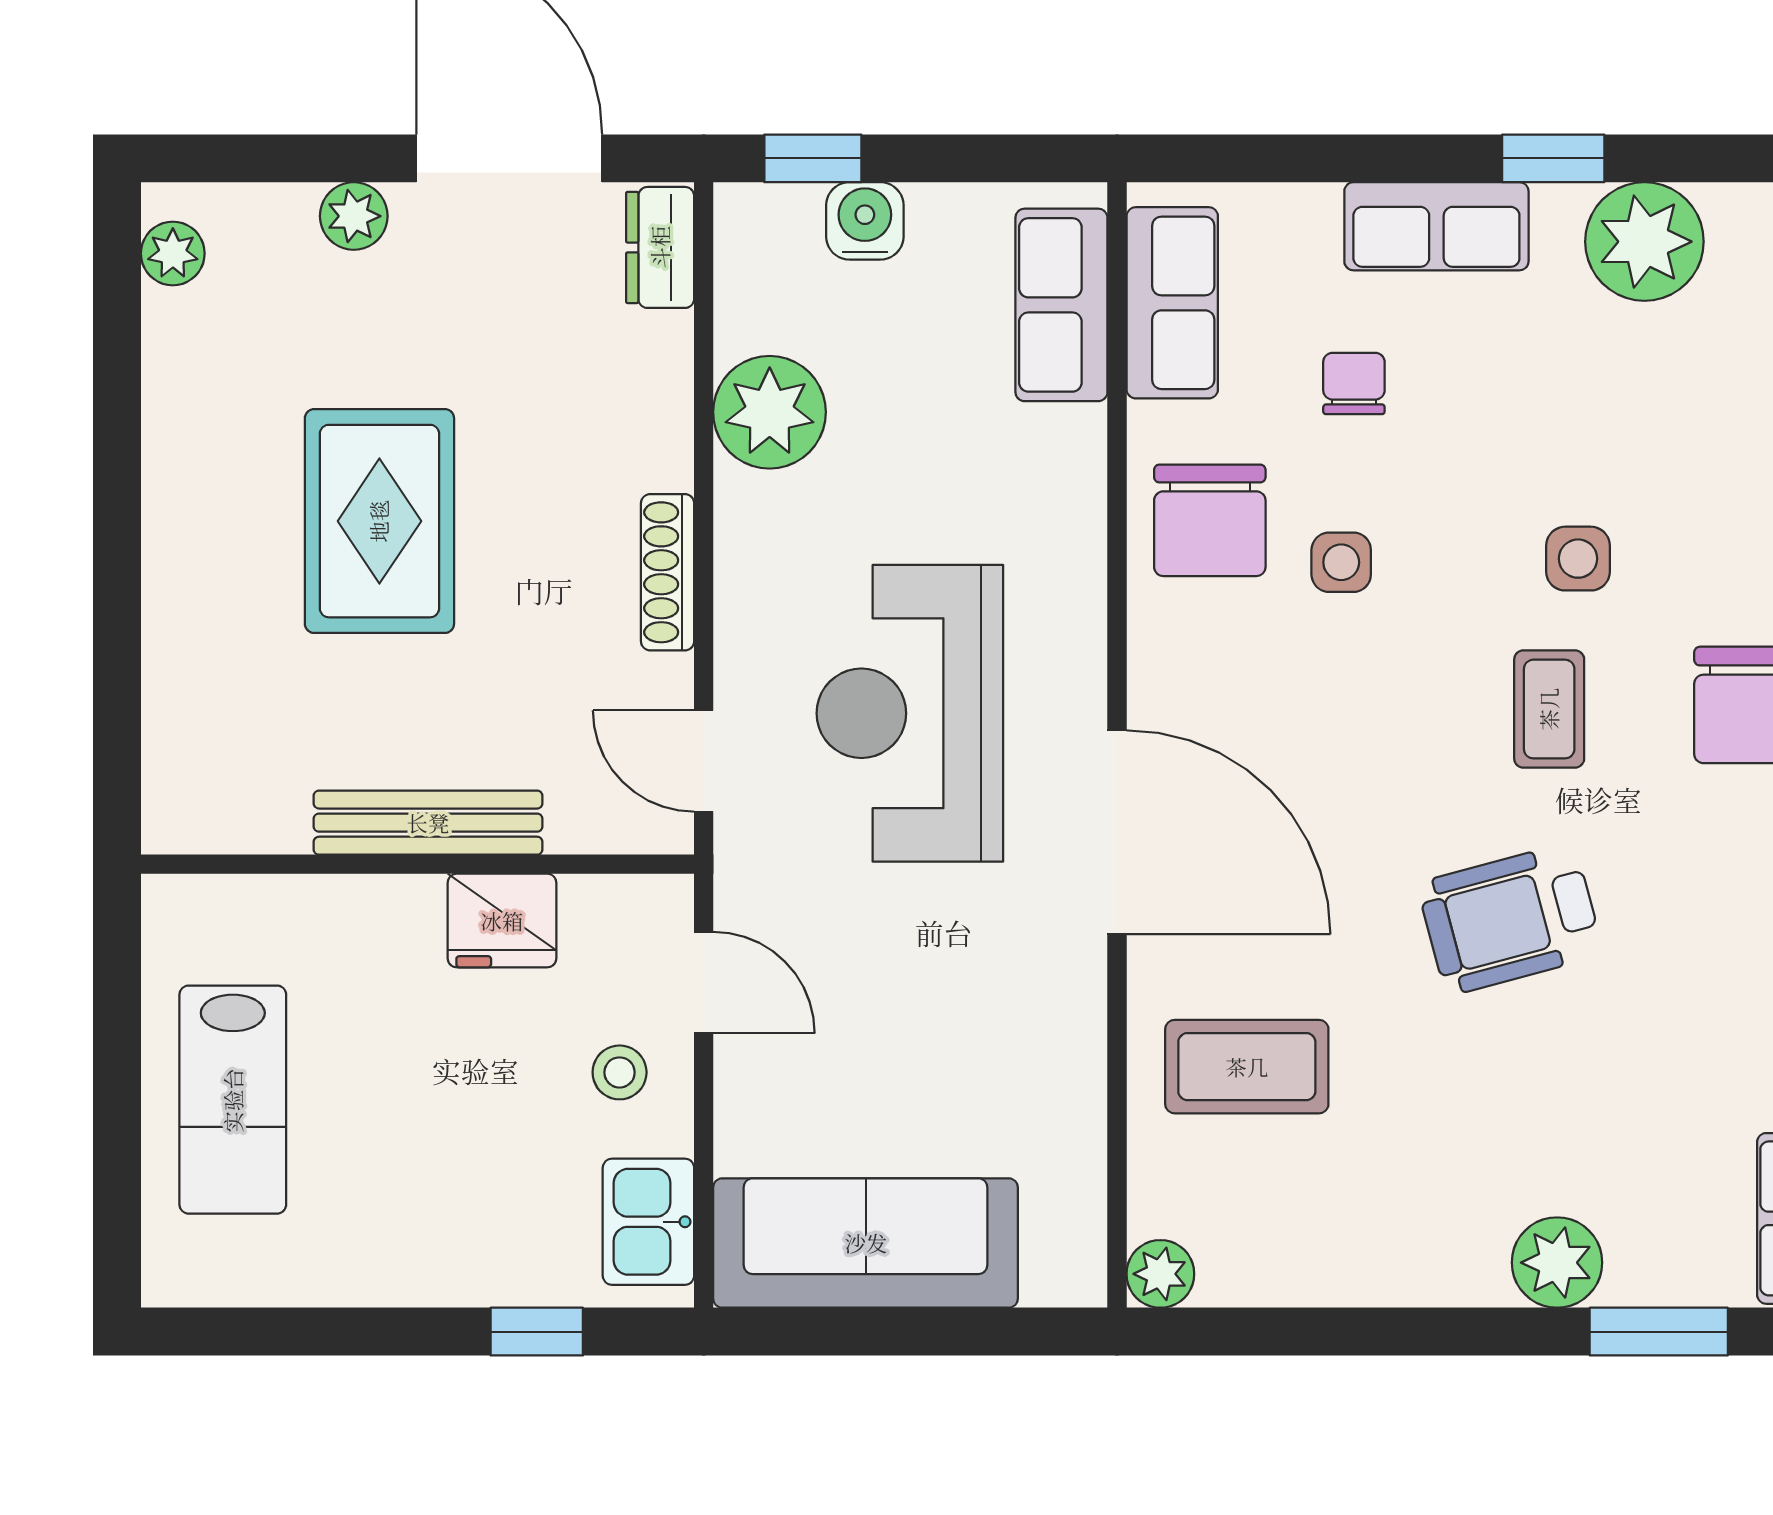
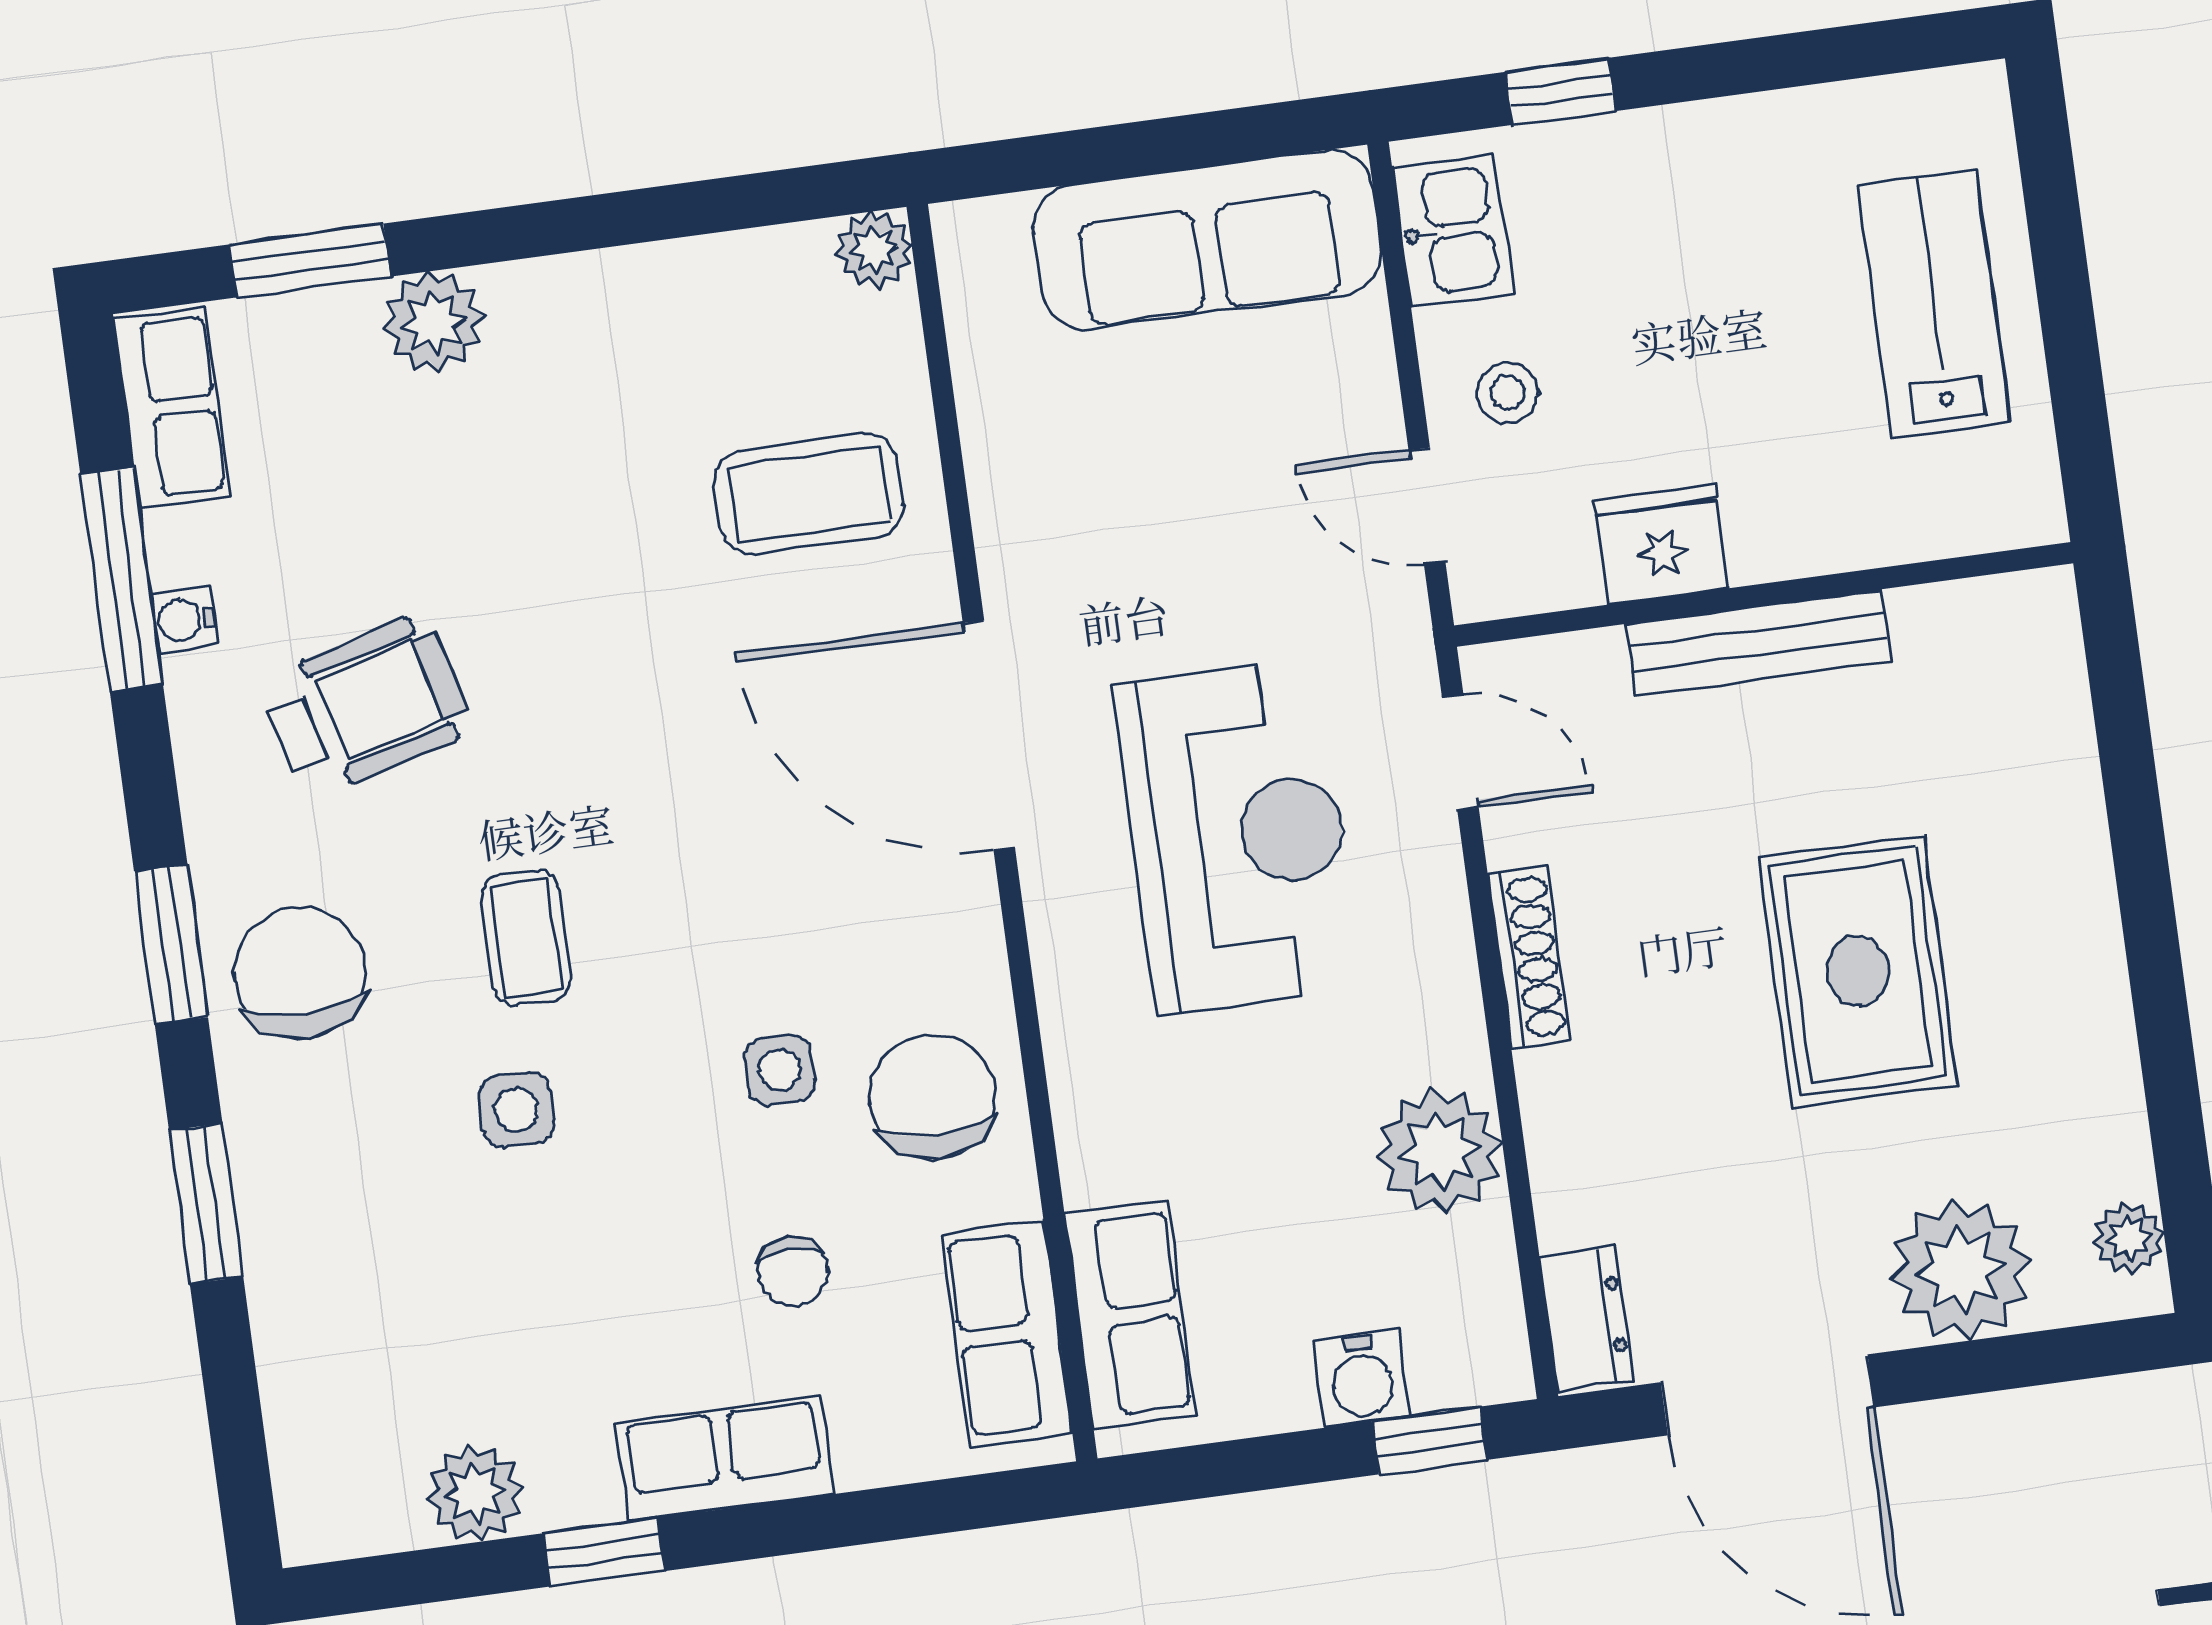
plant: (354, 216) -> (1961, 1270), width x1.88, depth x1.88
plant: (1644, 242) -> (475, 1493), width x0.73, depth x0.73
wheelchair: (1510, 919) -> (366, 706), moved

